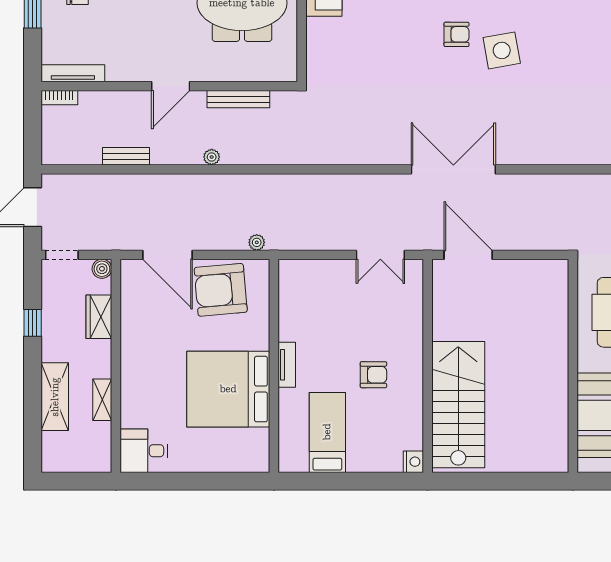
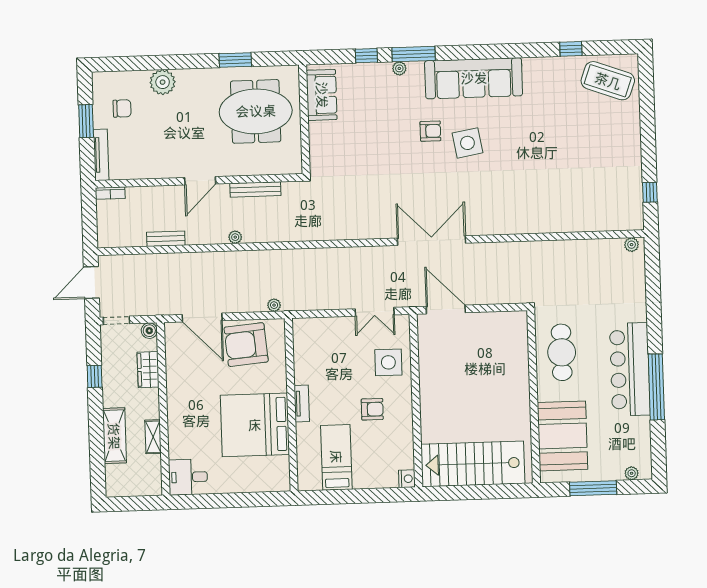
tv unit: (73, 73) -> (101, 155), moved, turned 90
side table: (395, 318) -> (388, 362), added
stairs: (458, 405) -> (473, 464), moved, turned -90

